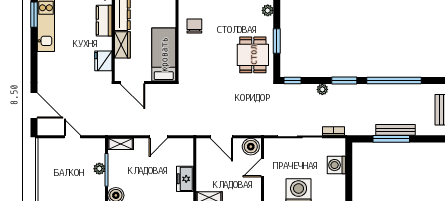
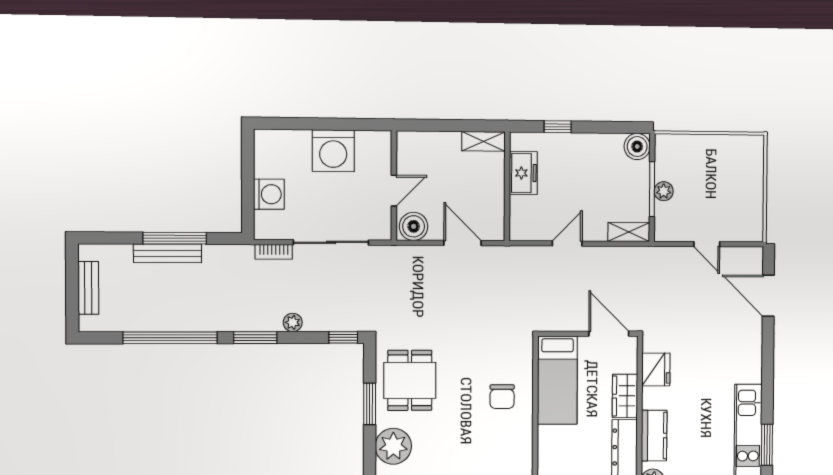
plant: (268, 10) -> (393, 446), width x1.88, depth x1.88
chair: (194, 26) -> (502, 397), moved

